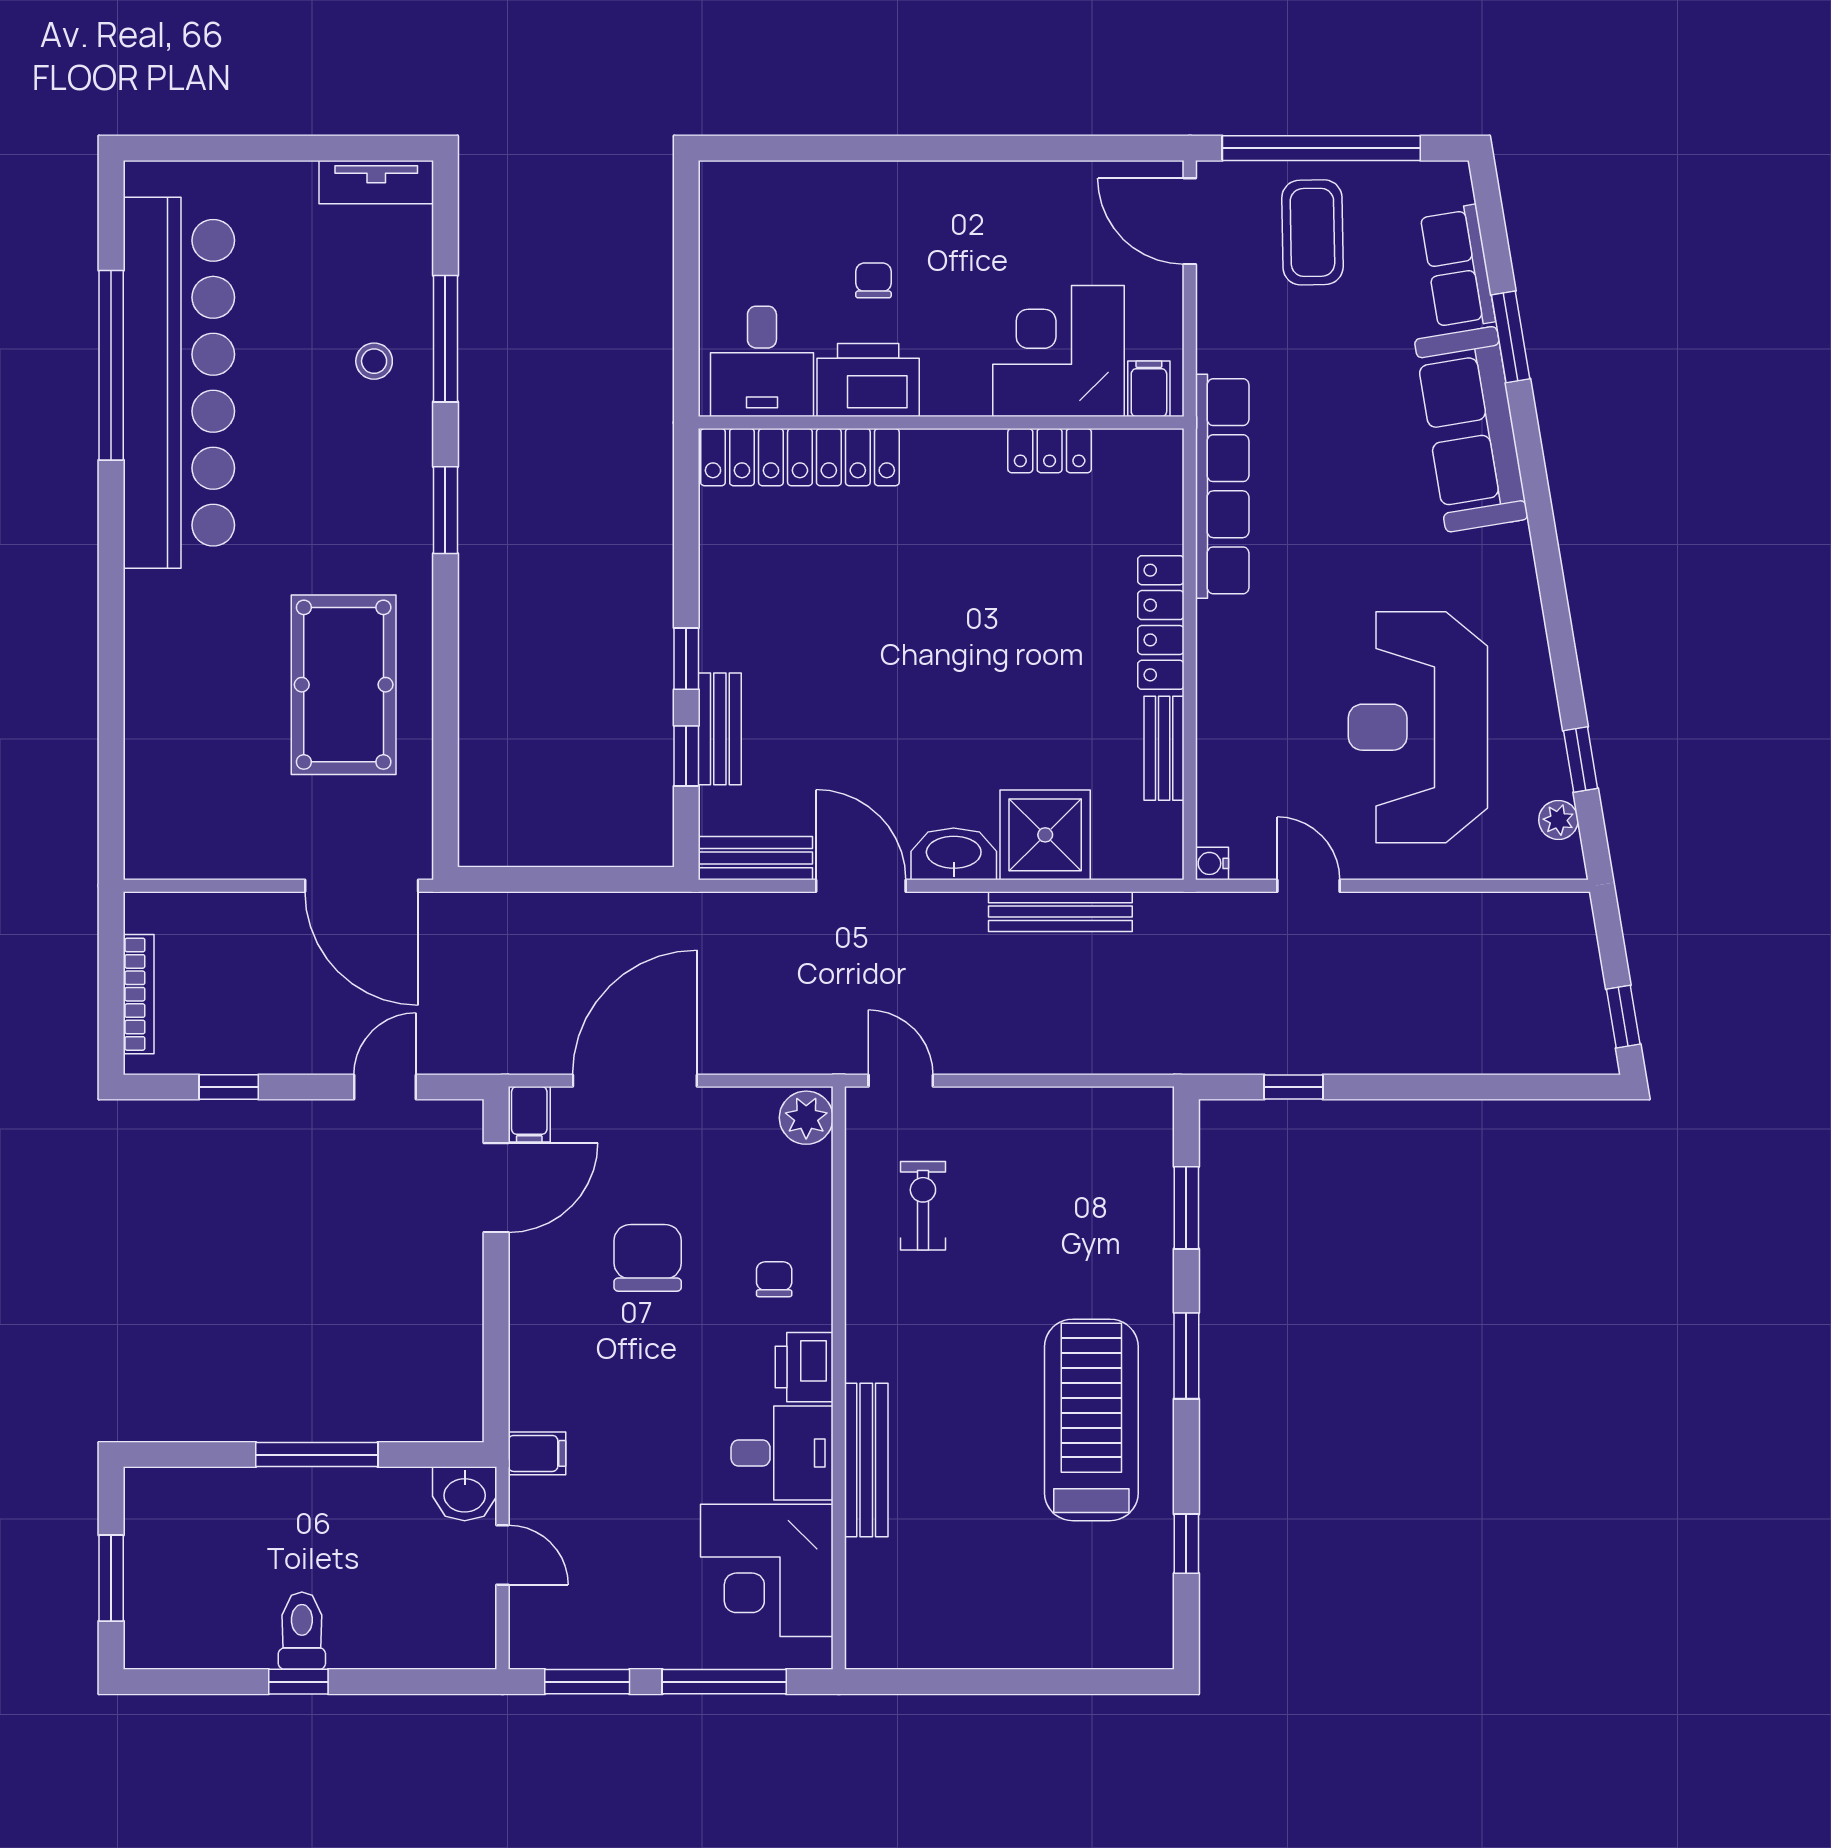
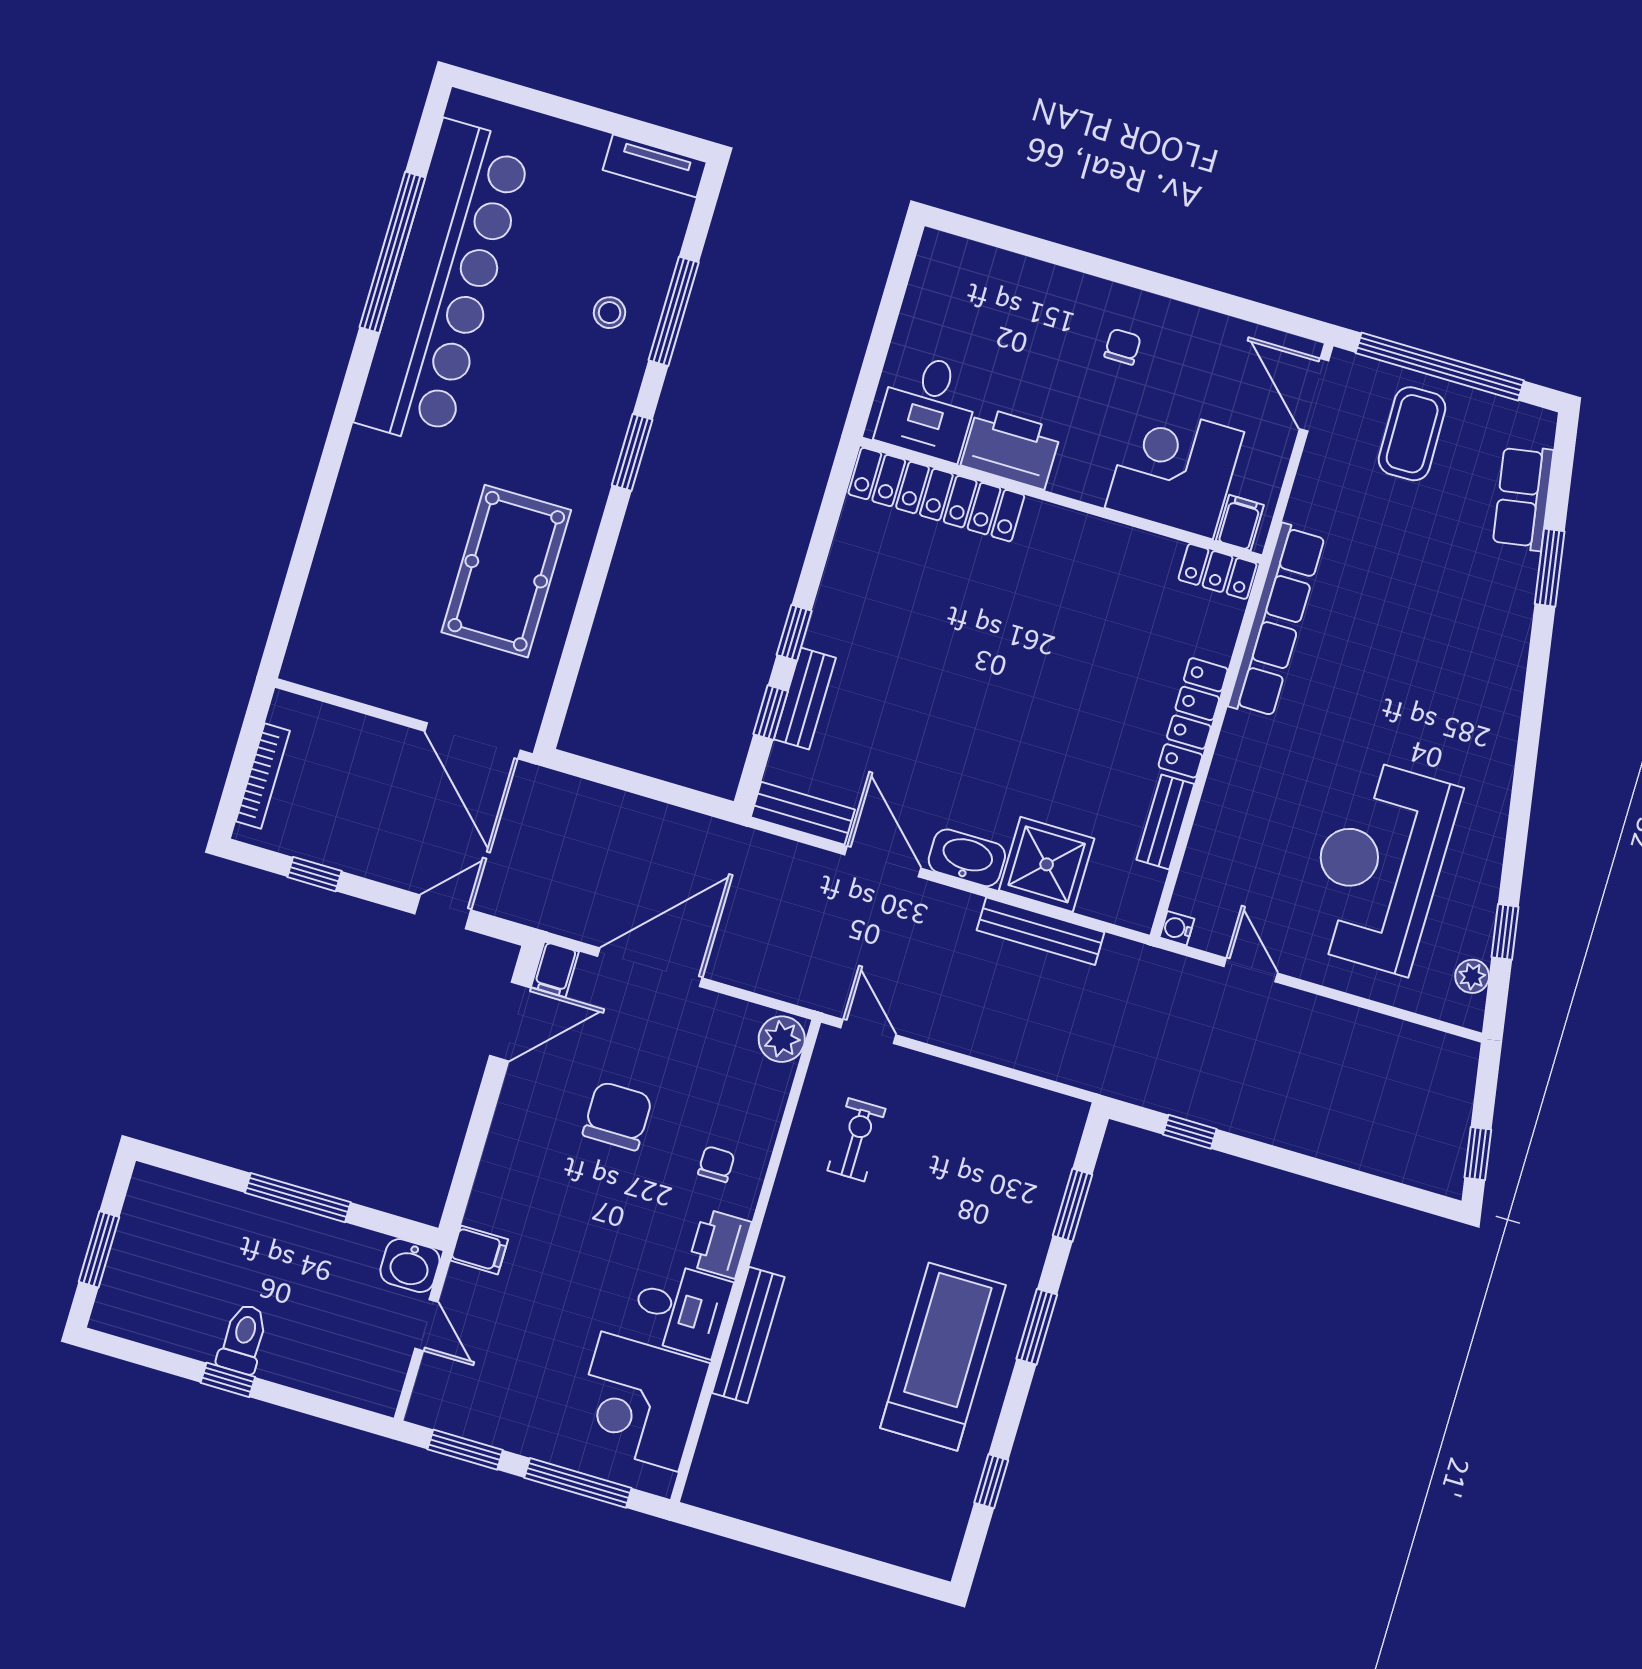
chair: (873, 280) -> (1123, 347), moved
sofa: (1471, 429) -> (1495, 634), removed
locker: (1050, 451) -> (1218, 571), moved

